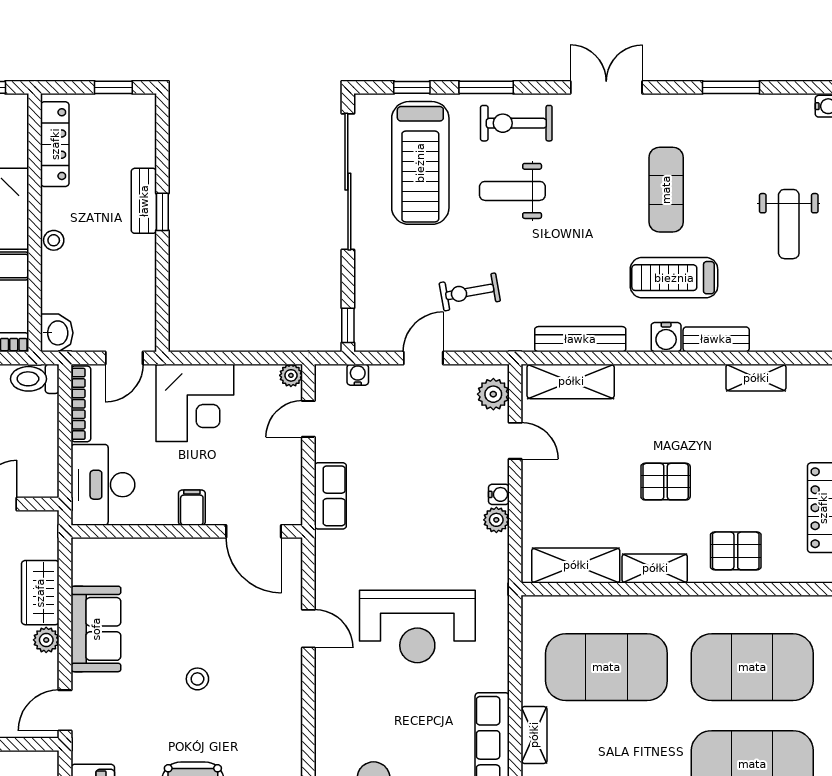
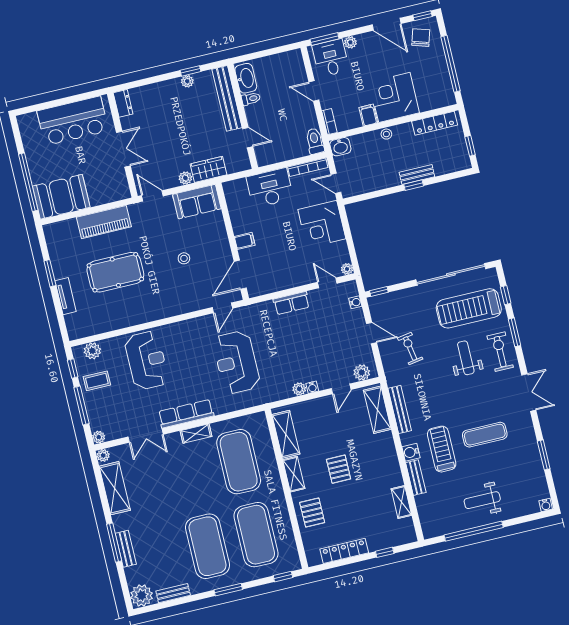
filing cabinet: (192, 508) -> (245, 241), moved
wall: (187, 531) -> (232, 241), moved
door: (254, 531) -> (240, 275), moved

